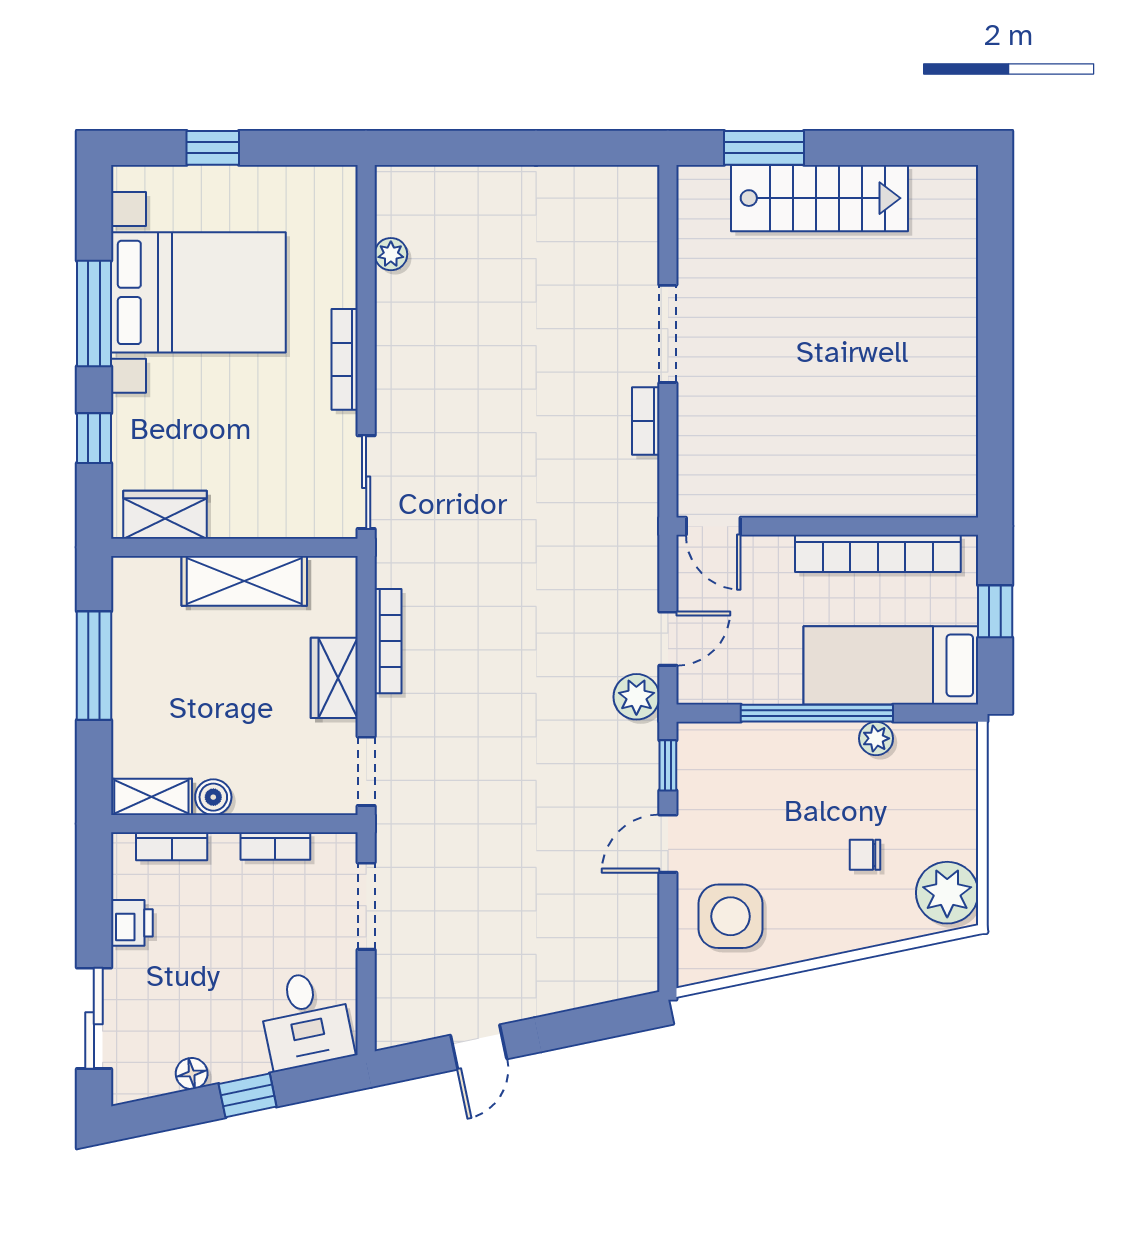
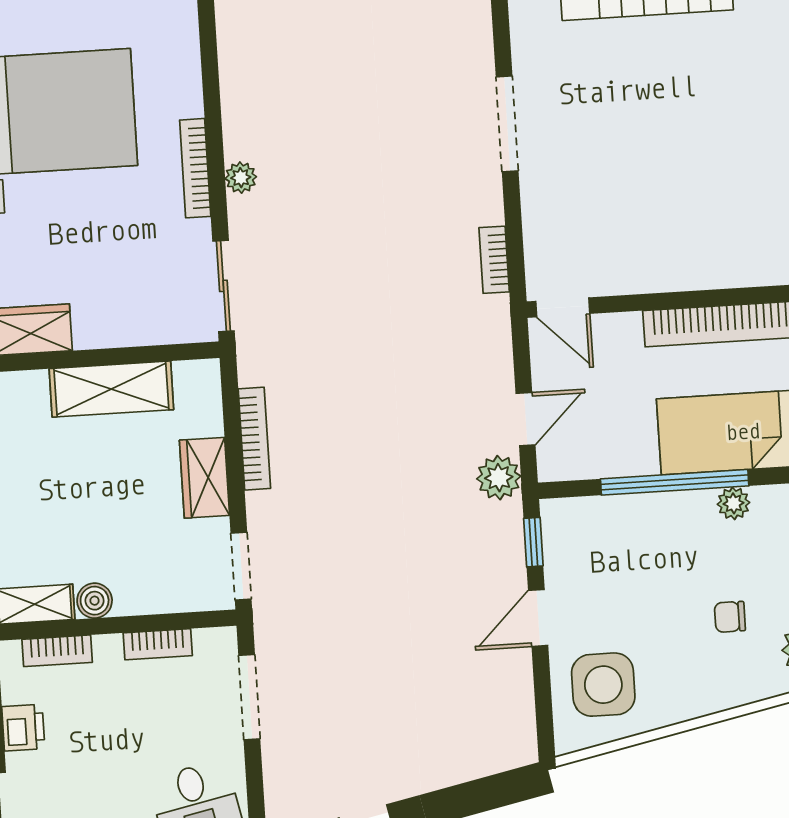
plant: (391, 254) -> (241, 178), moved
bookcase: (646, 421) -> (494, 260), moved

